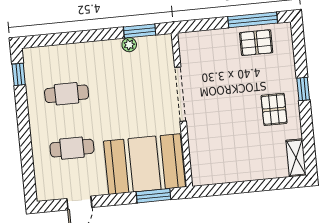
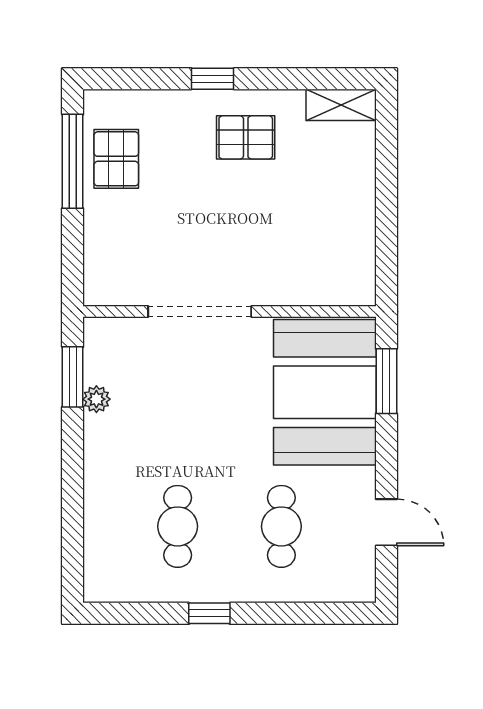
window: (19, 74) -> (209, 613), moved

